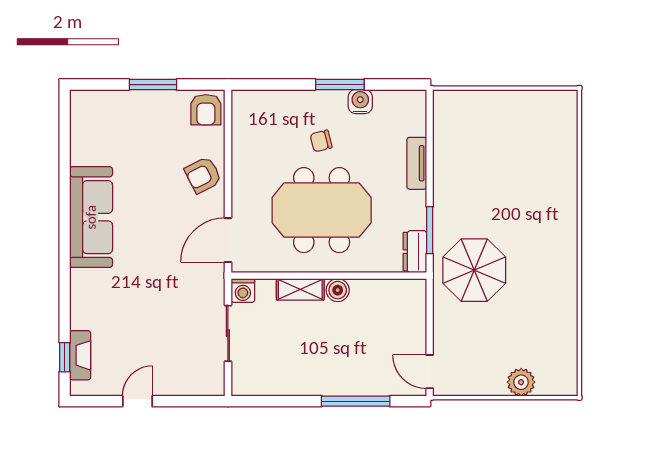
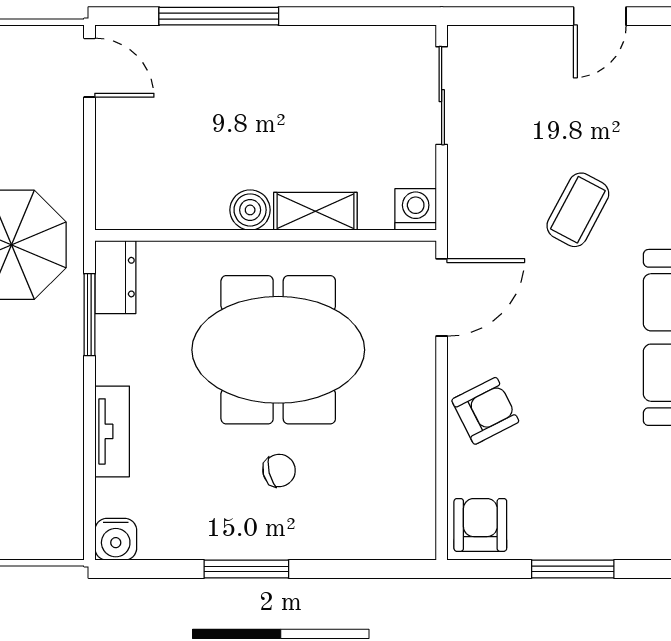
water cooler: (360, 102) -> (116, 539), moved
coffee table: (150, 290) -> (578, 210), added
sliding door: (228, 333) -> (442, 96), moved

